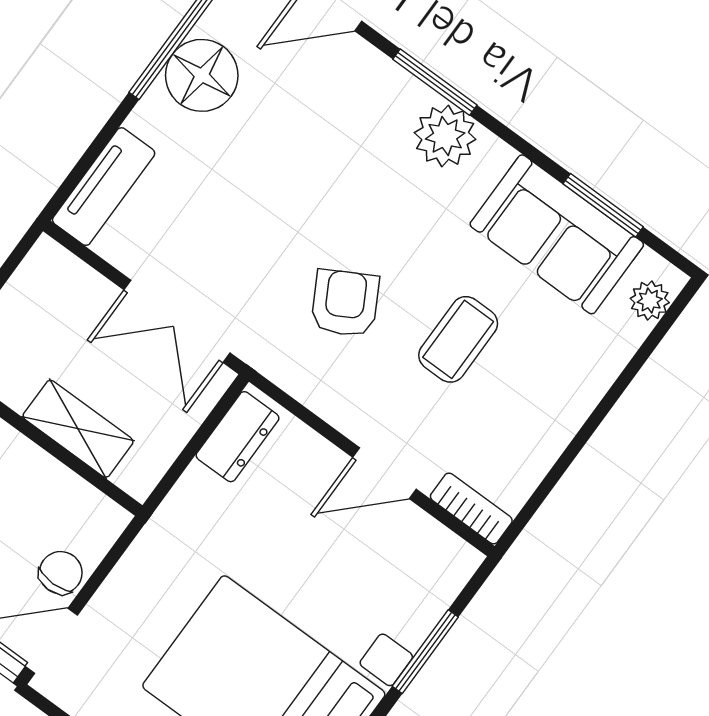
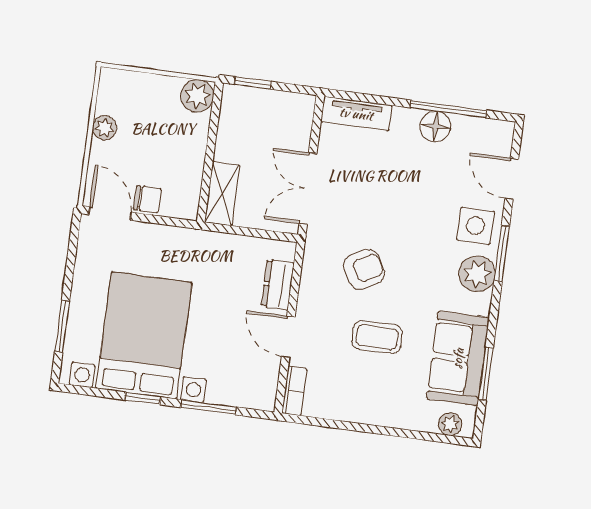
floor lamp: (202, 75) -> (435, 126), width x0.73, depth x0.73
side table: (371, 99) -> (476, 226), added
shelving: (78, 429) -> (222, 194), moved
dresser: (238, 437) -> (278, 285), moved, turned 90

